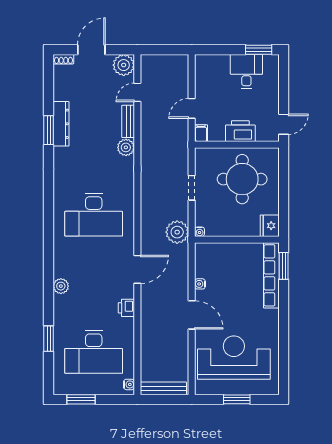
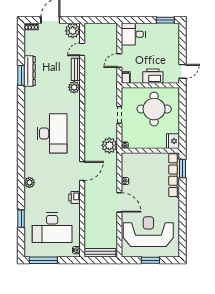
desk: (246, 72) -> (133, 34), moved, turned -90
desk: (94, 215) -> (52, 133), turned -90
window: (81, 399) -> (43, 260), width x1.44

